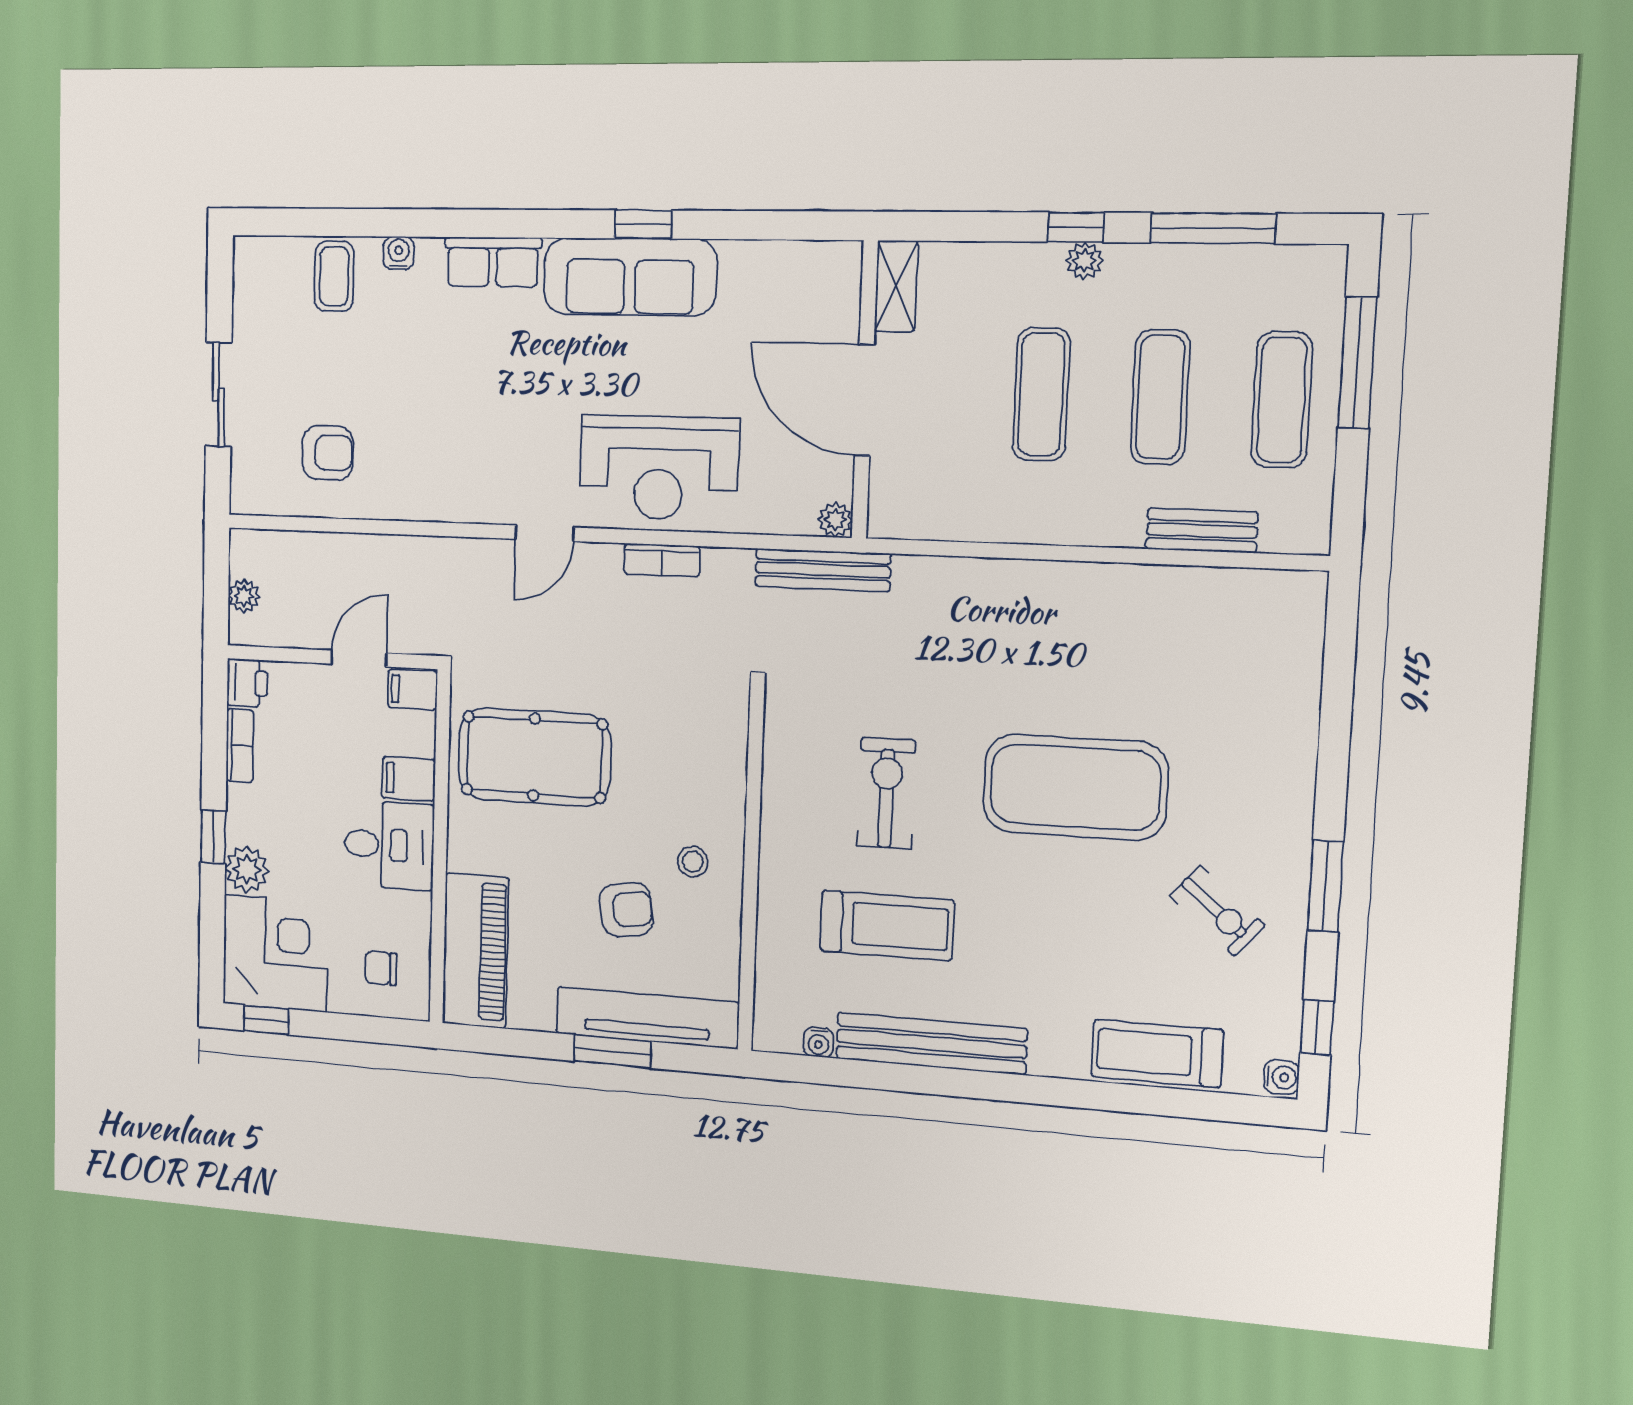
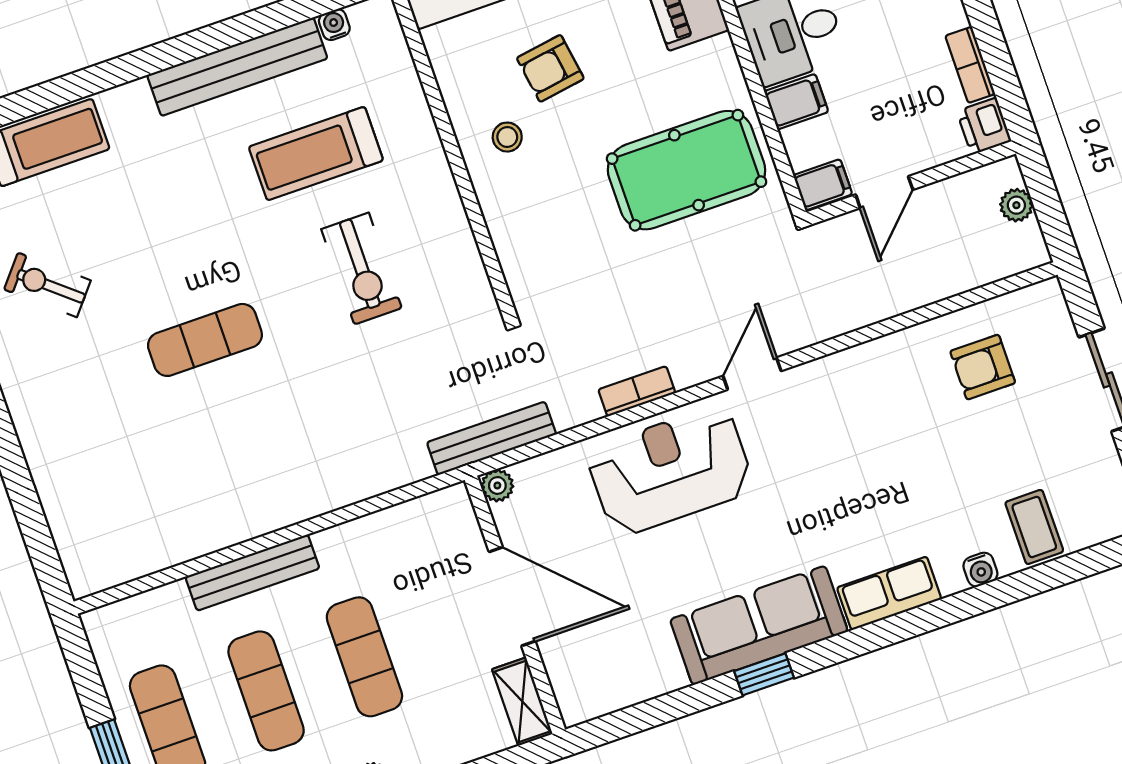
bench: (1202, 531) -> (252, 573), moved, width x1.36
exercise mat: (1075, 787) -> (205, 340), width x0.50, depth x0.69

